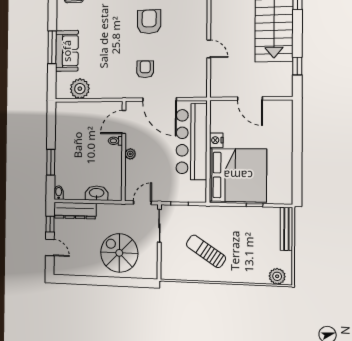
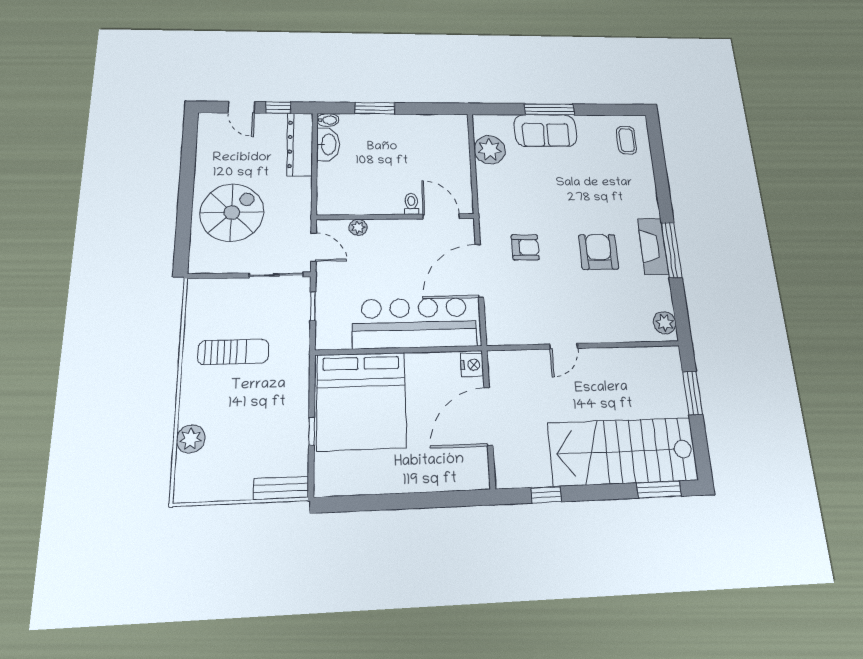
armchair: (149, 22) -> (599, 252), turned -90
door: (250, 99) -> (488, 417), width x1.36
nightstand: (216, 140) -> (472, 365), moved, turned 90
plant: (130, 154) -> (358, 227), moved
washbasin: (97, 193) -> (328, 144), moved
bench: (286, 229) -> (281, 488), width x0.73
door: (50, 247) -> (241, 107), hinge flipped
sun lounger: (206, 251) -> (233, 352), turned 57
plant: (277, 276) -> (191, 439), moved

